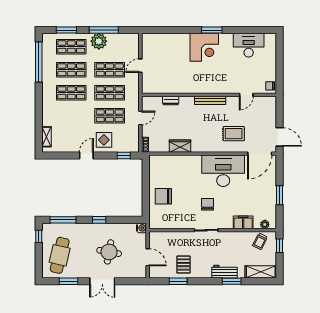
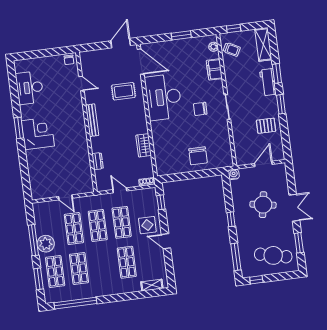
shop shelf: (71, 93) -> (127, 262), moved
rug: (234, 134) -> (123, 91), turned 90
window: (178, 281) -> (281, 104), moved

